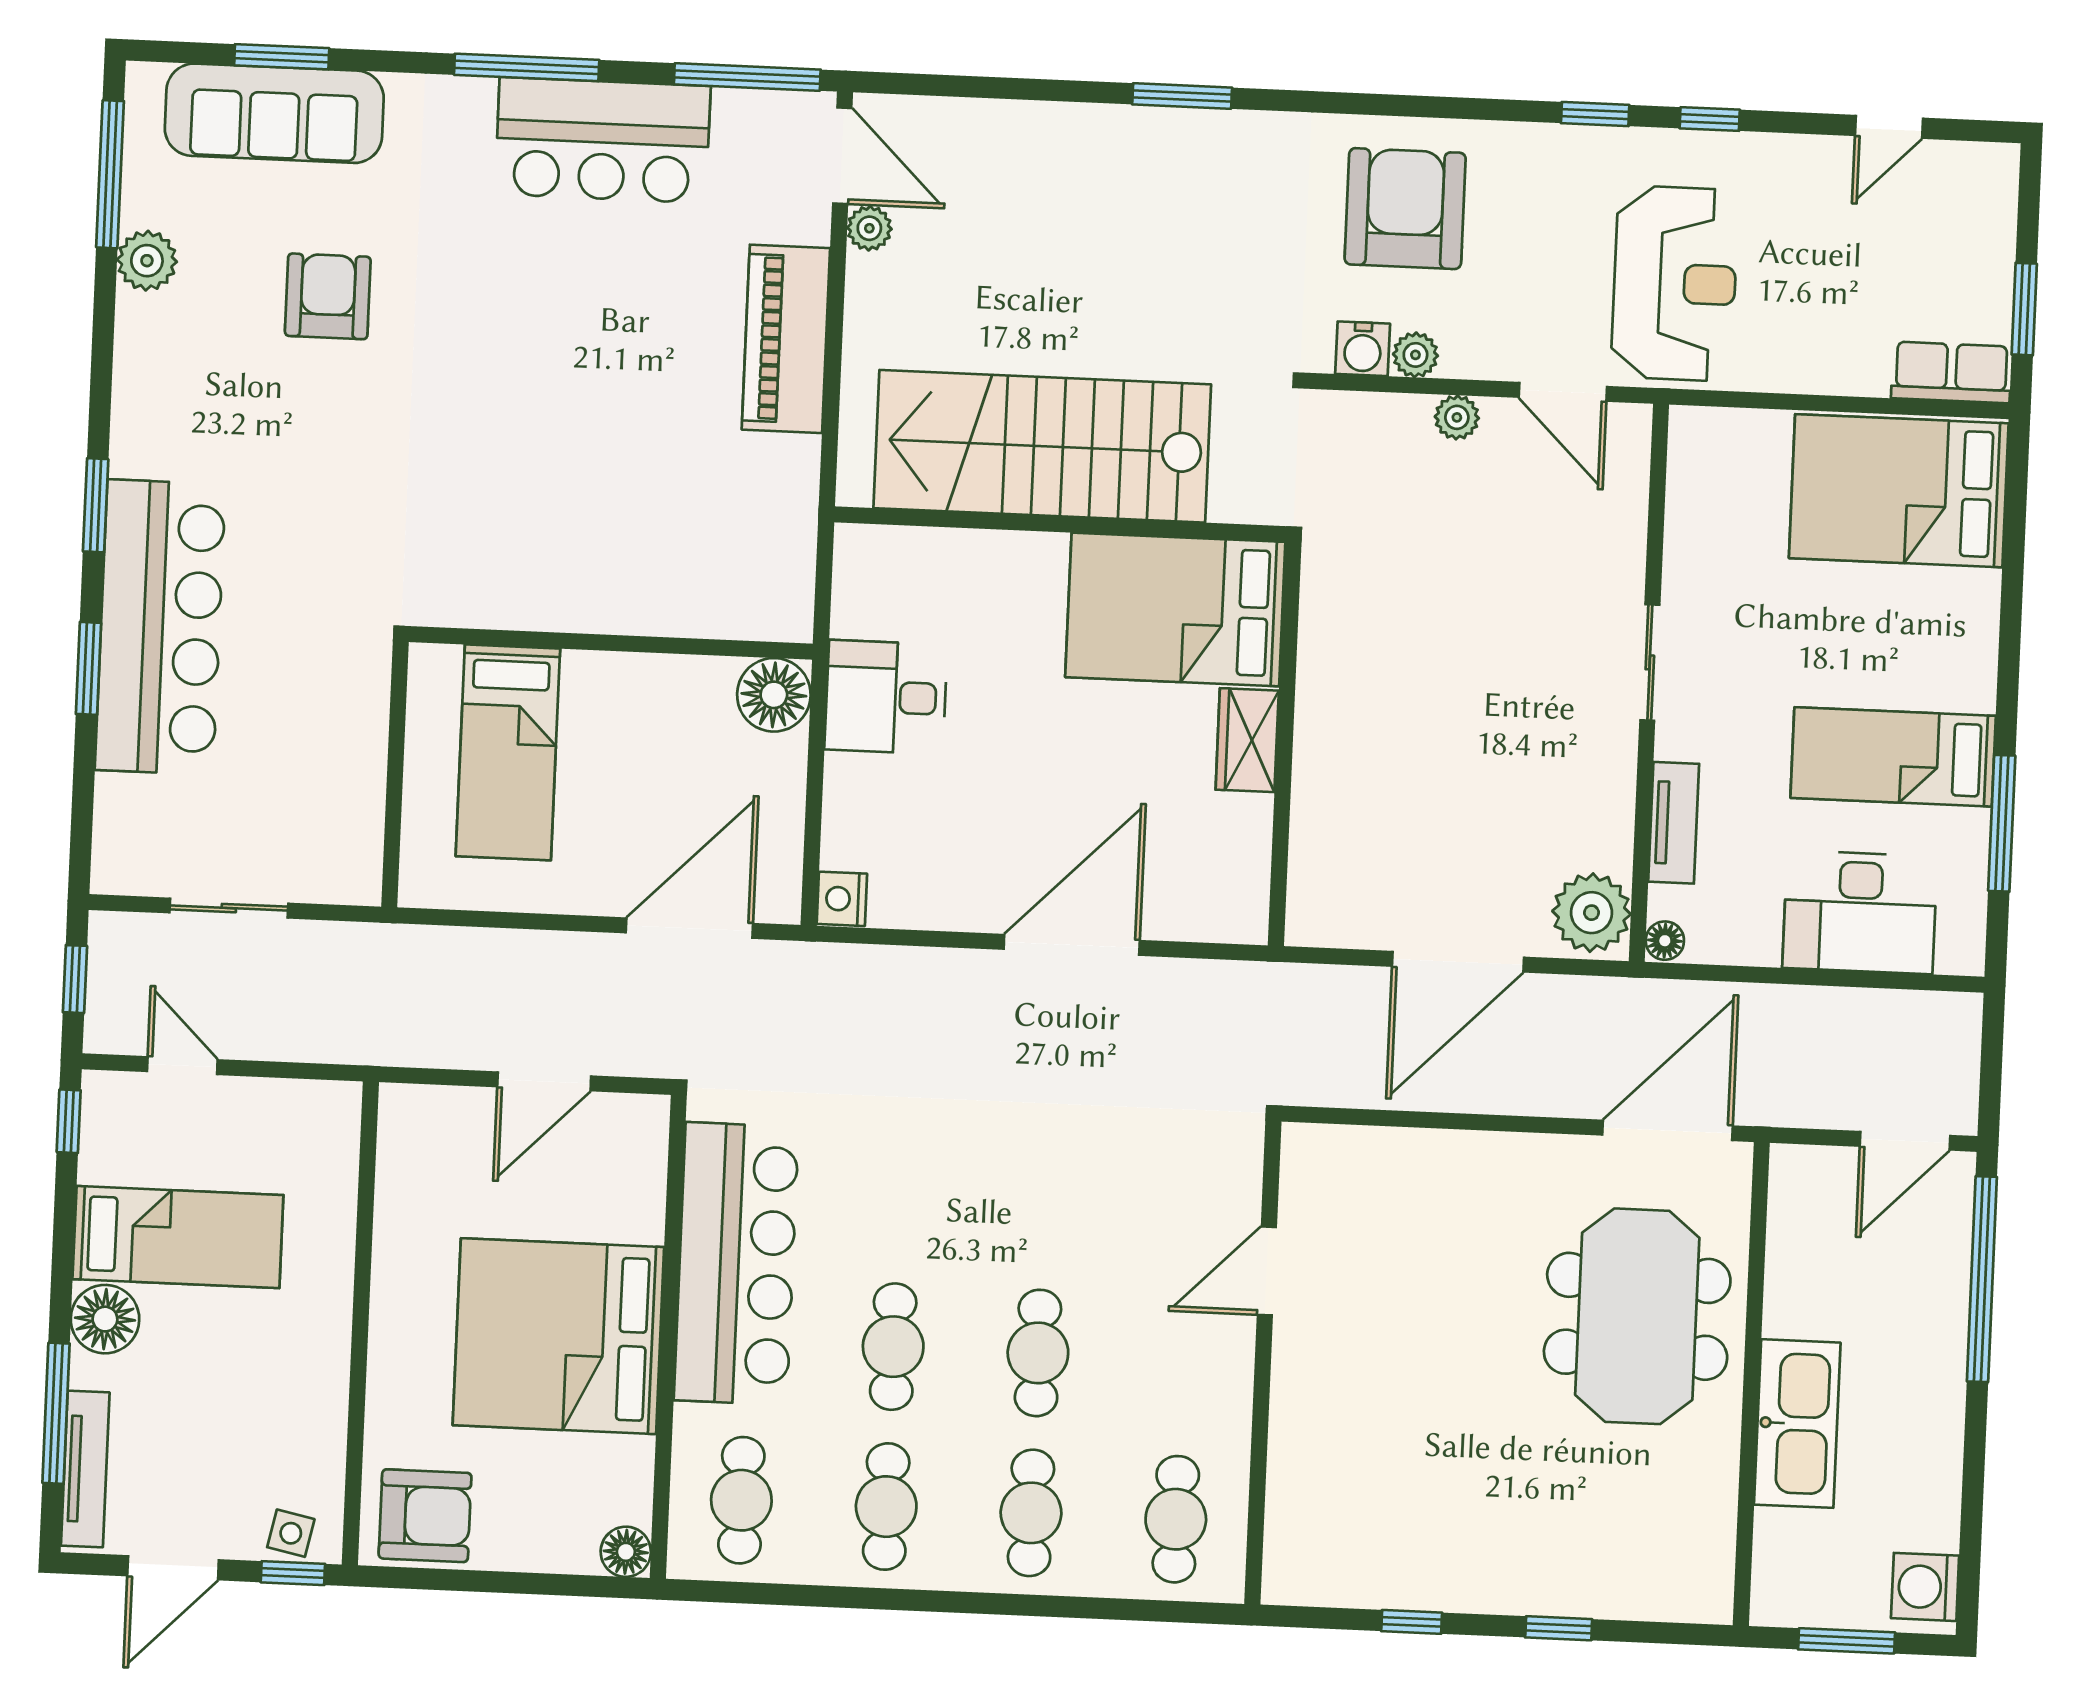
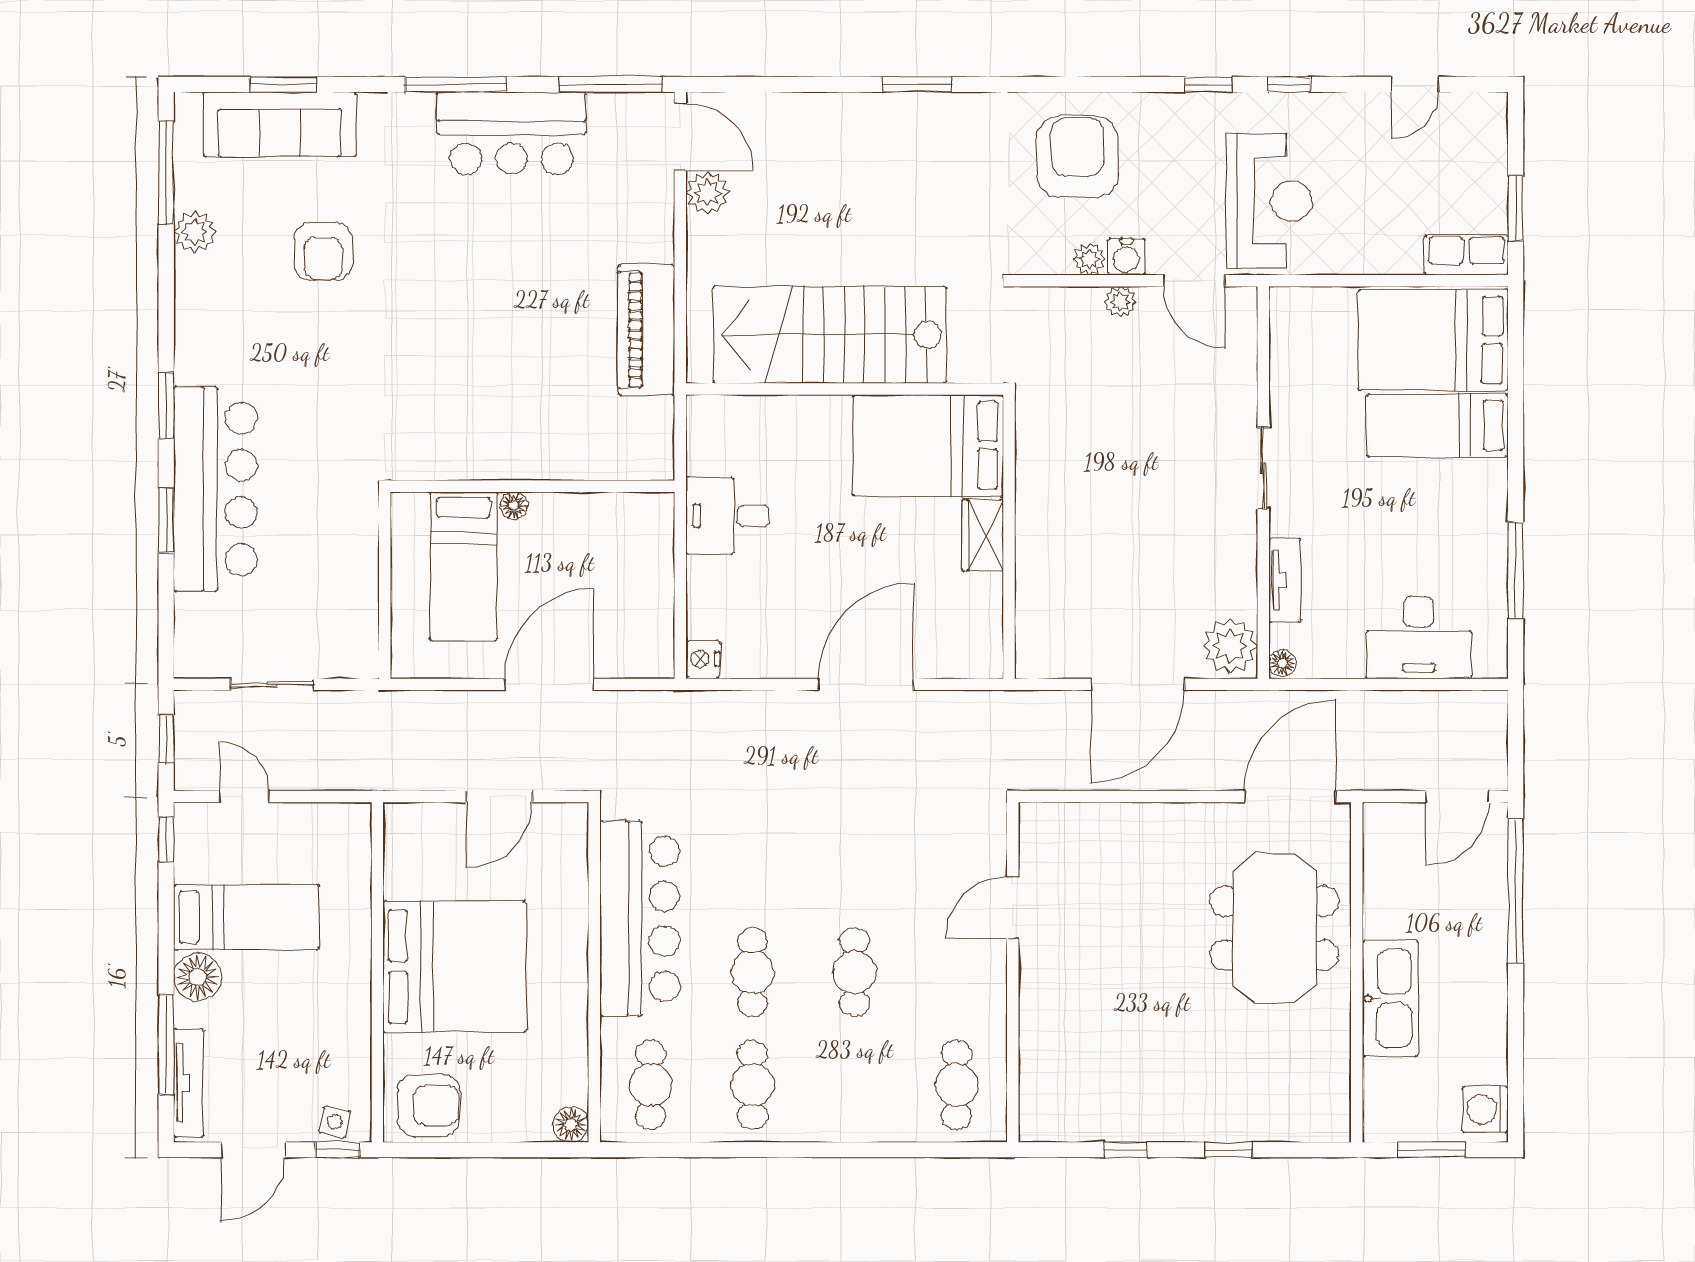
plant: (869, 228) -> (707, 193), width x1.38, depth x1.38
armchair: (328, 296) -> (323, 251), turned 180
piano: (786, 339) -> (646, 330), moved
water cooler: (1363, 349) -> (1126, 257), moved
floor lamp: (774, 695) -> (514, 506), moved, width x0.53, depth x0.53
bed: (1893, 757) -> (1437, 425), moved
door: (689, 928) -> (549, 684), moved
bed: (558, 1336) -> (455, 967), moved, turned 180
cafe table: (1031, 1513) -> (854, 1085), removed

